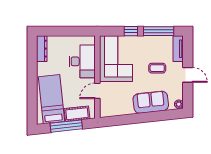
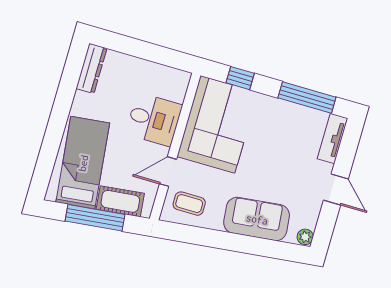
window: (131, 31) -> (240, 78), moved
desk: (82, 61) -> (154, 119), width x0.73
coffee table: (157, 68) -> (189, 204), moved

